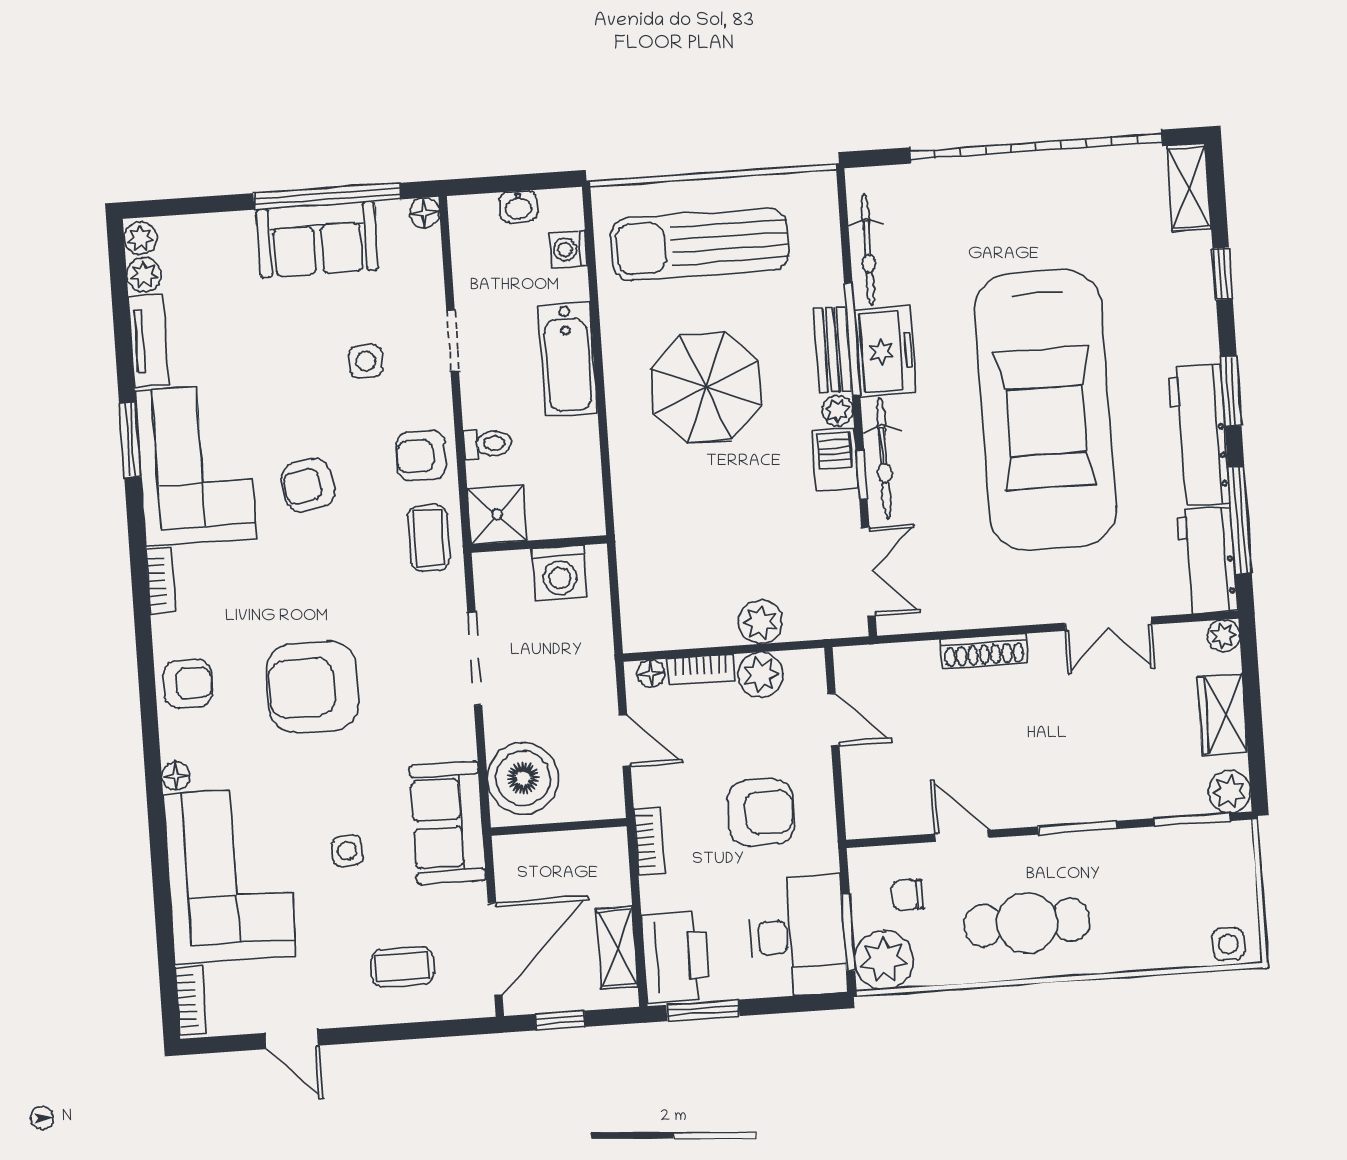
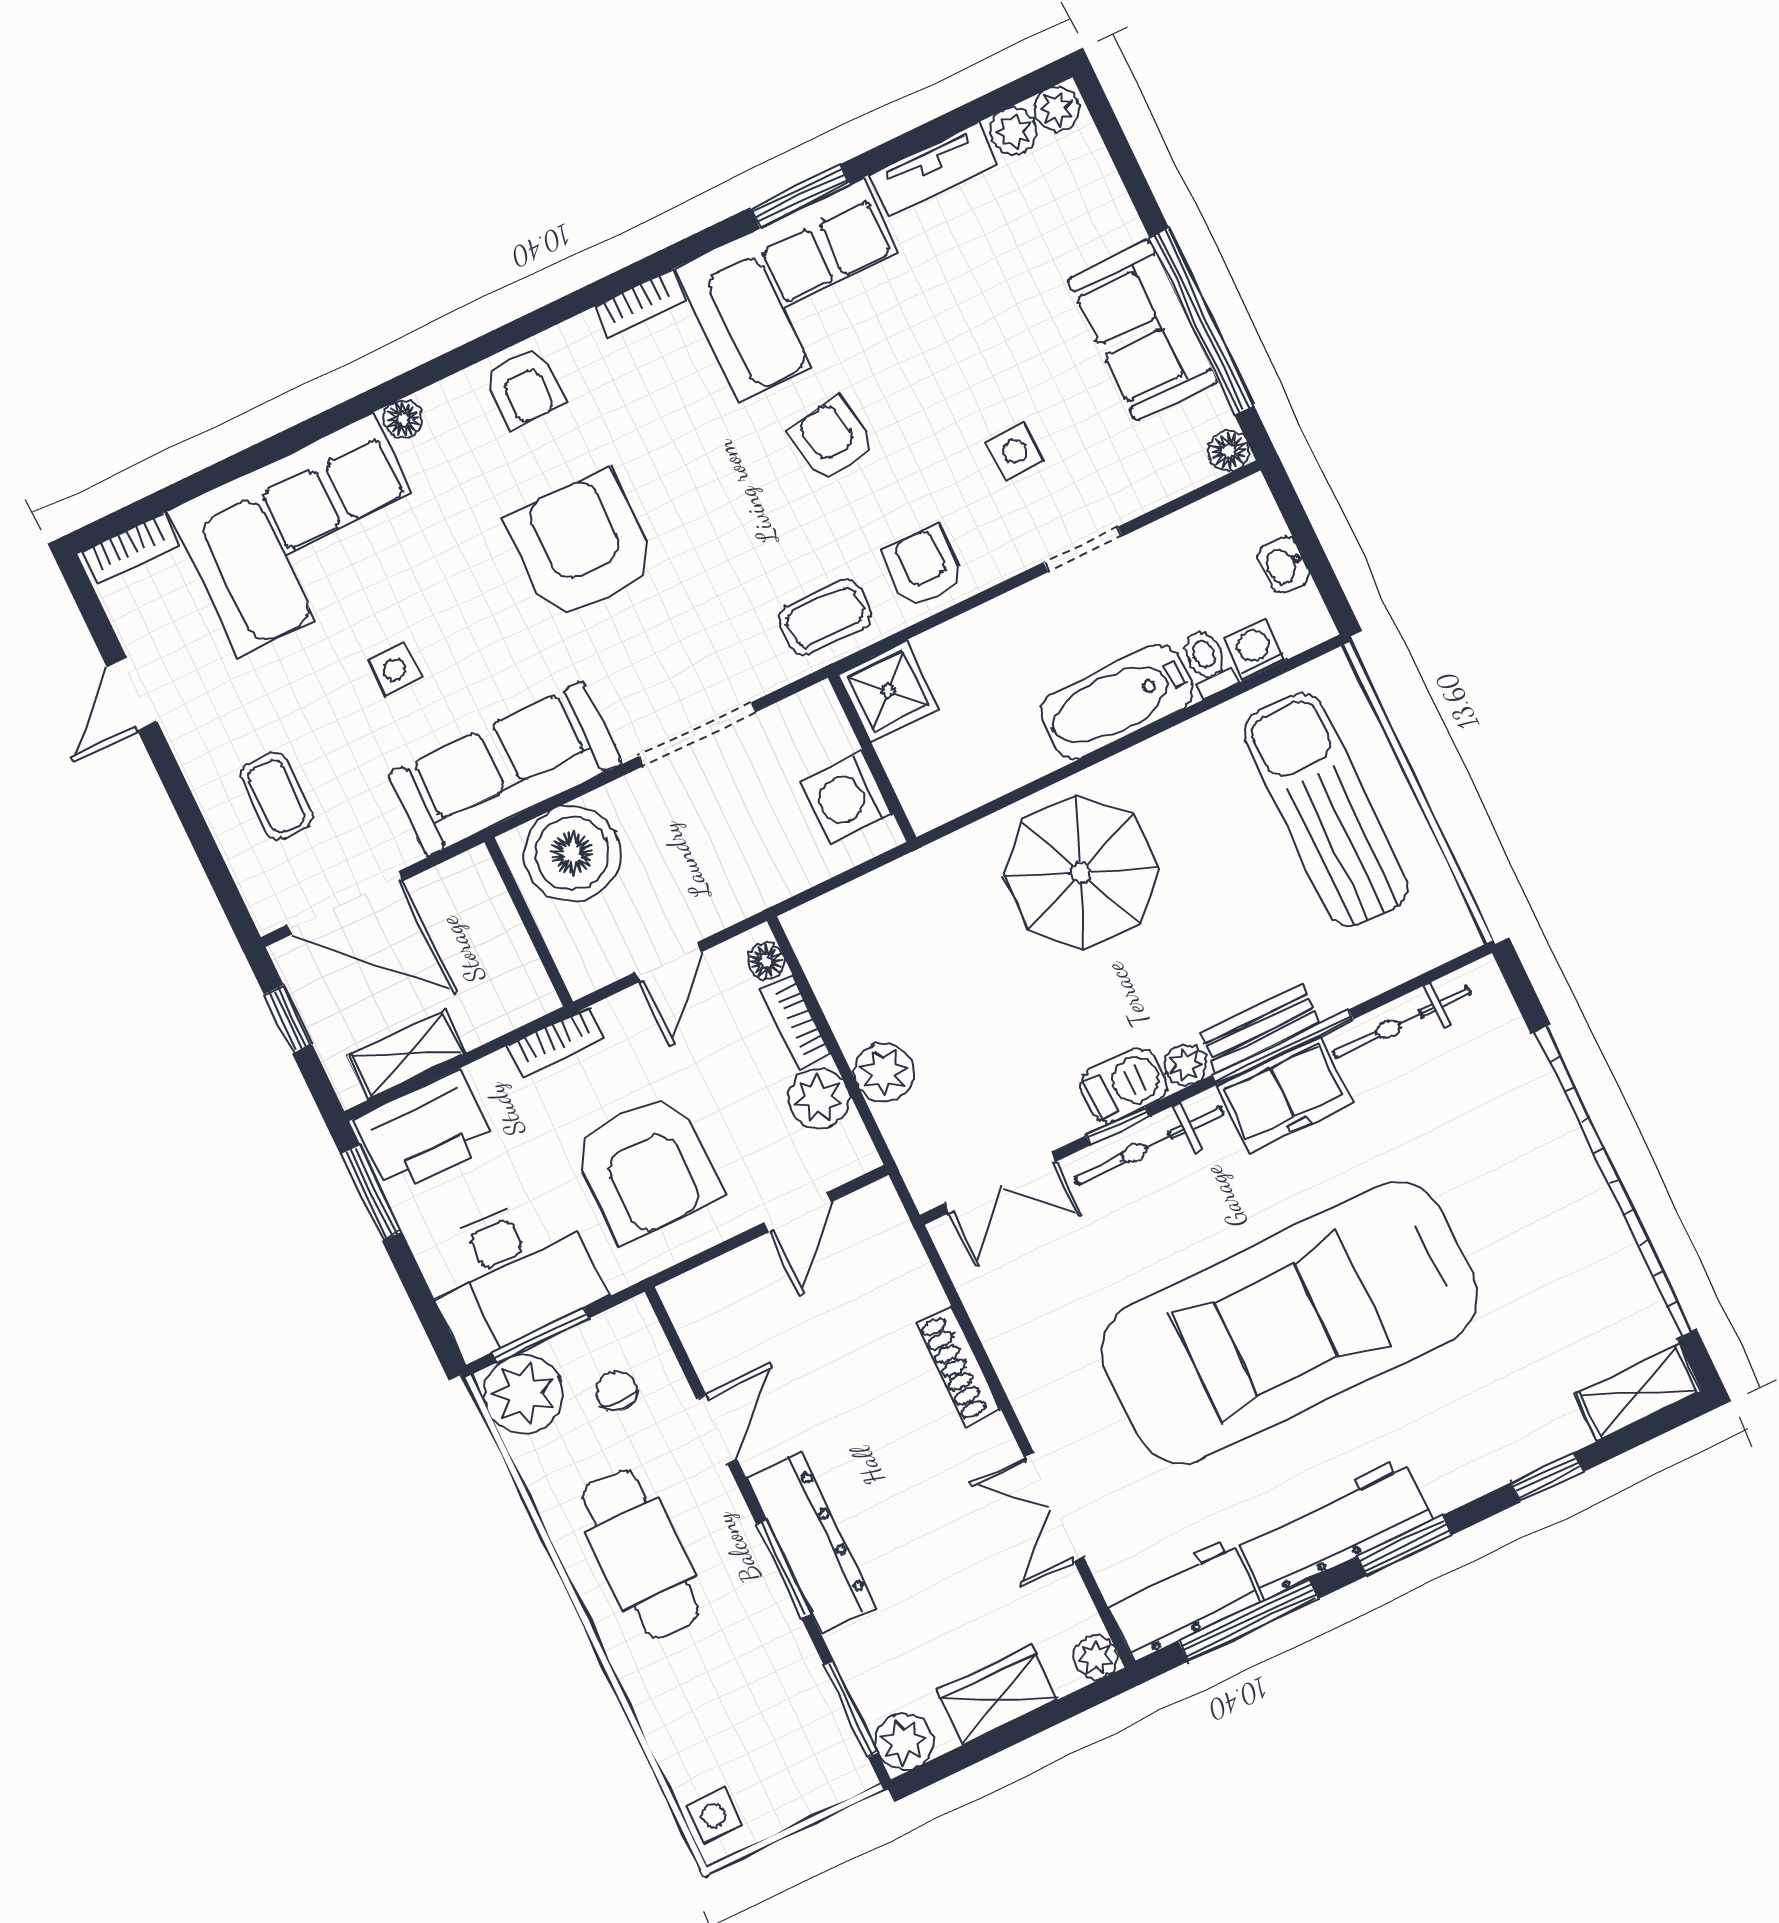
parasol: (706, 387) -> (1081, 872), moved
toilet: (488, 444) -> (1208, 662), moved, turned 180
dresser: (1066, 801) -> (811, 1542), added
armchair: (761, 813) -> (647, 1167), width x1.36, depth x1.36
sofa: (448, 823) -> (505, 769), width x1.36

